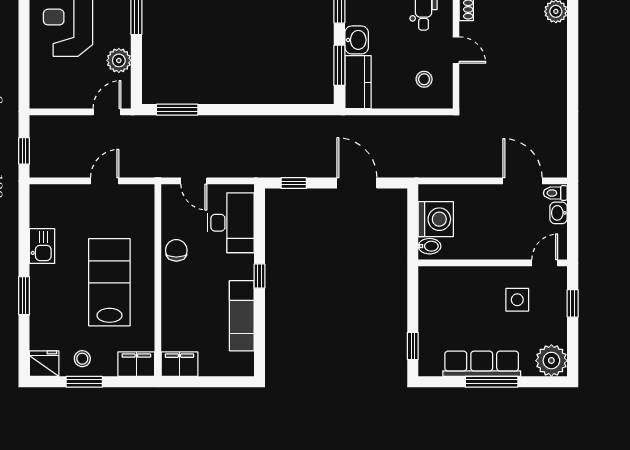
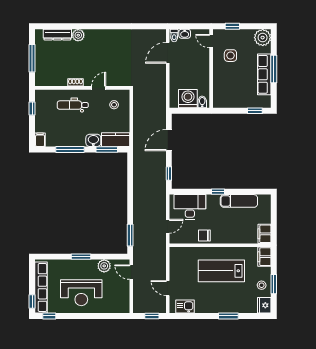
door: (105, 181) -> (168, 288), moved
kitchen sink: (42, 246) -> (185, 306), moved

